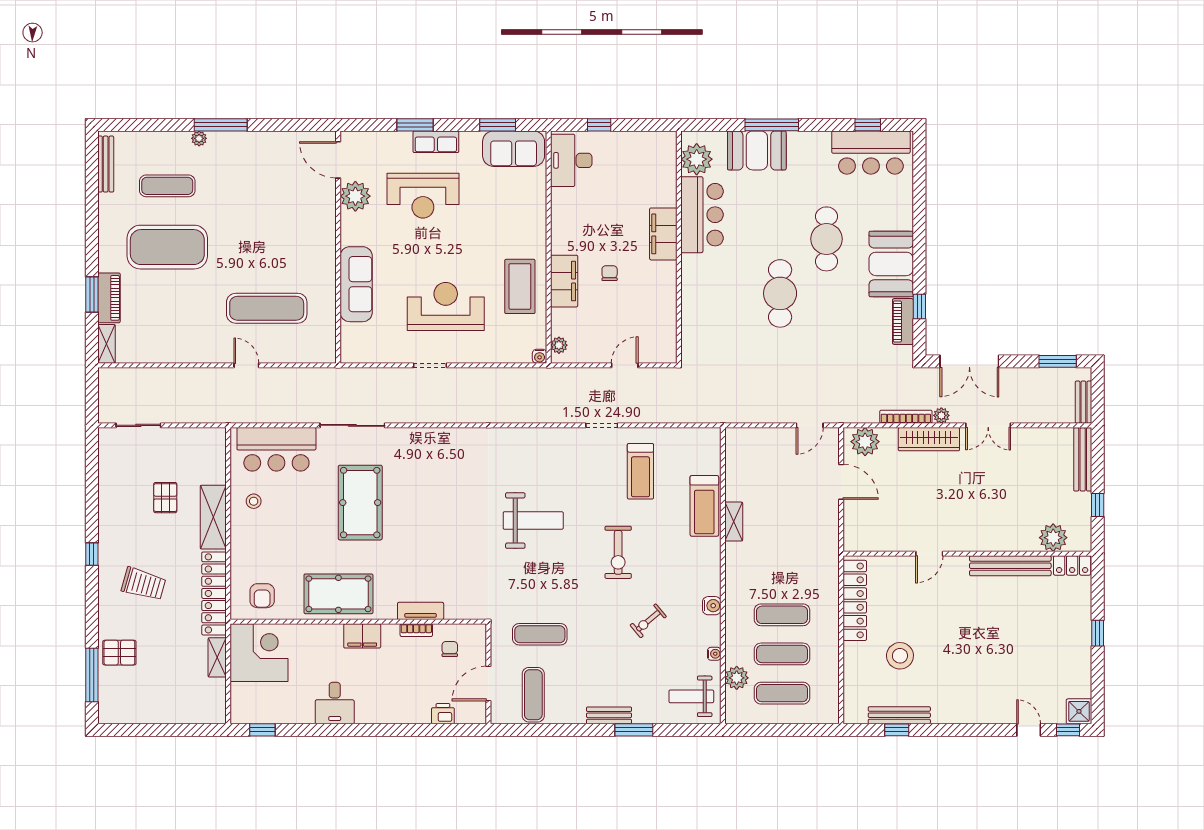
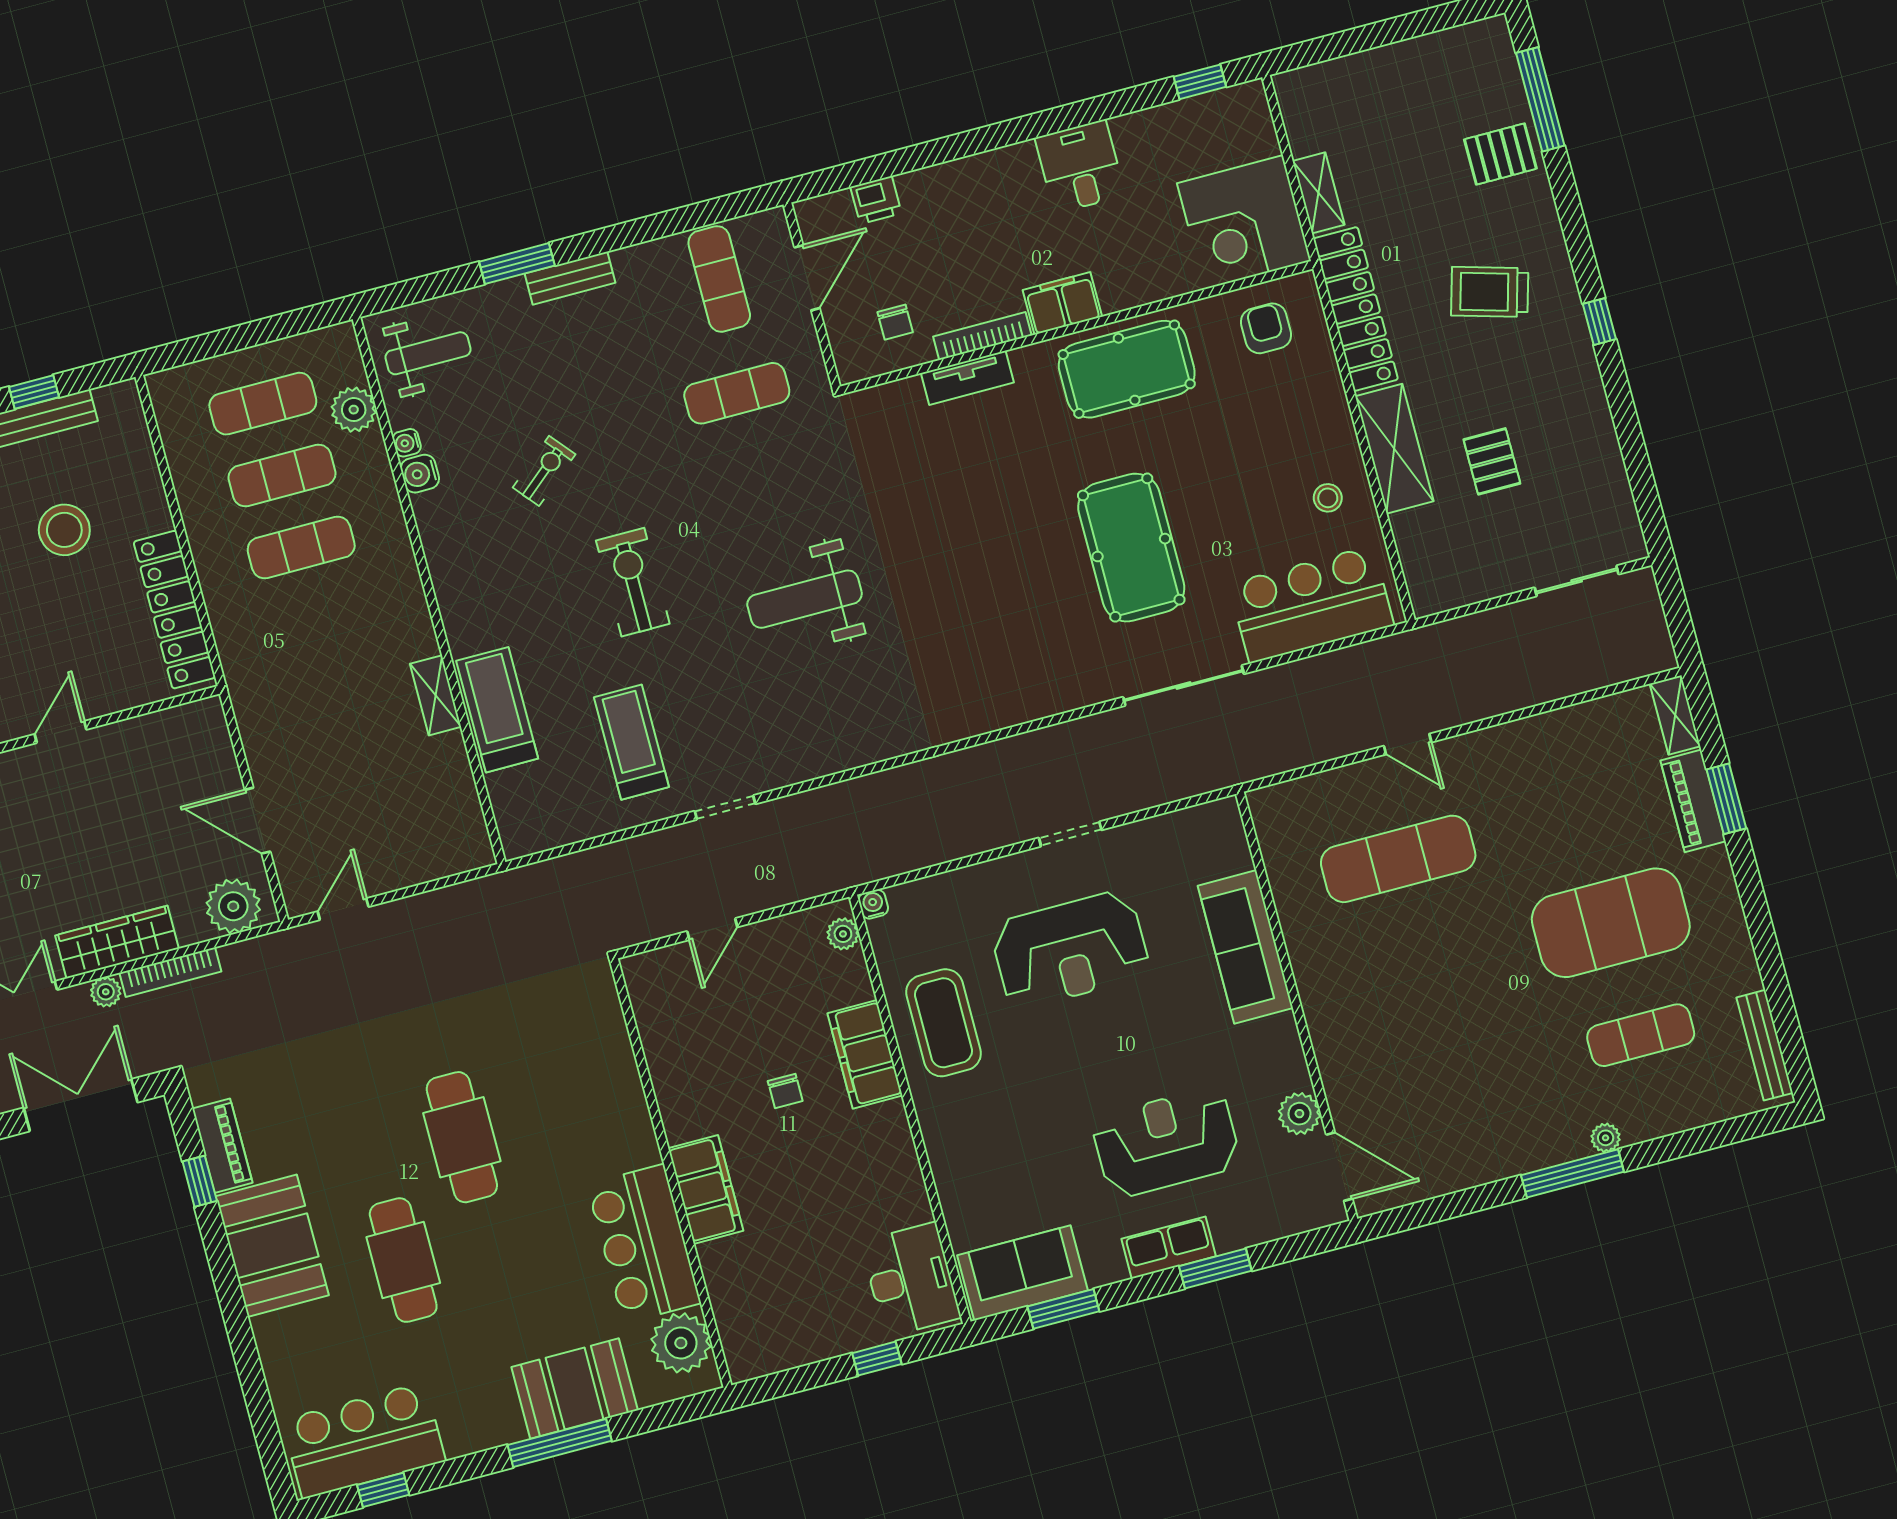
plant: (355, 196) -> (1299, 1114), width x0.73, depth x0.73
water cooler: (712, 606) -> (420, 474), moved
bookcase: (416, 630) -> (982, 336), width x1.56

